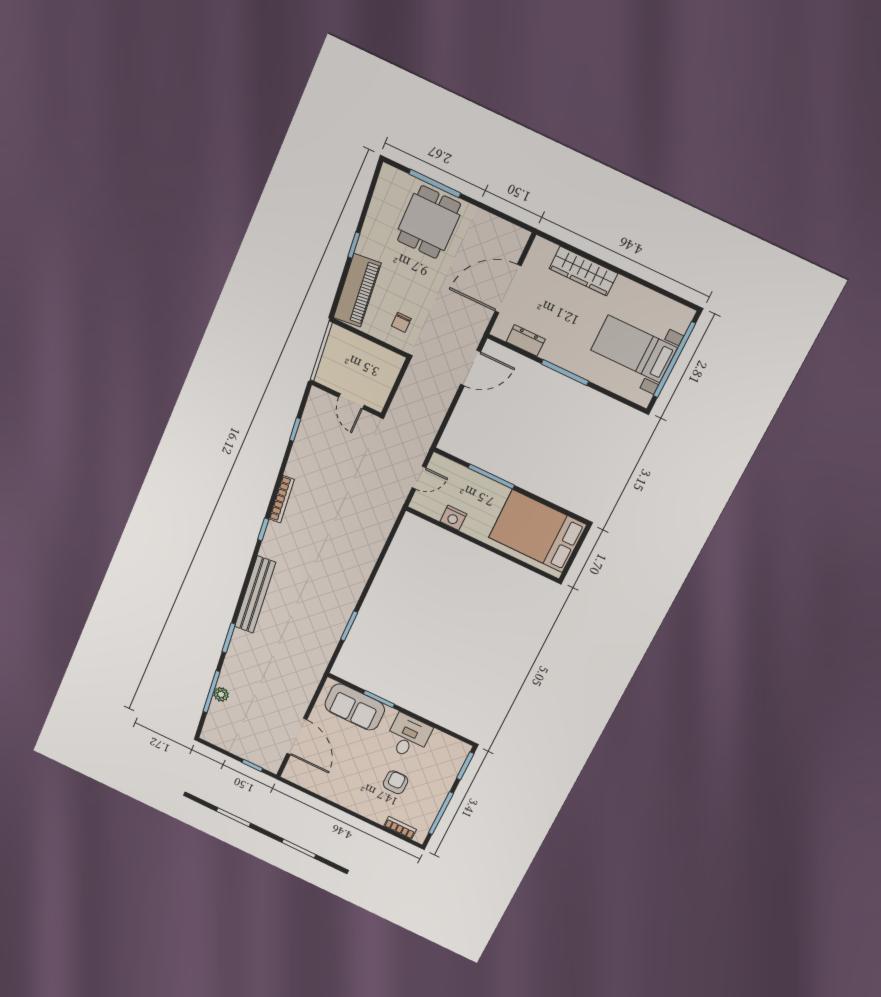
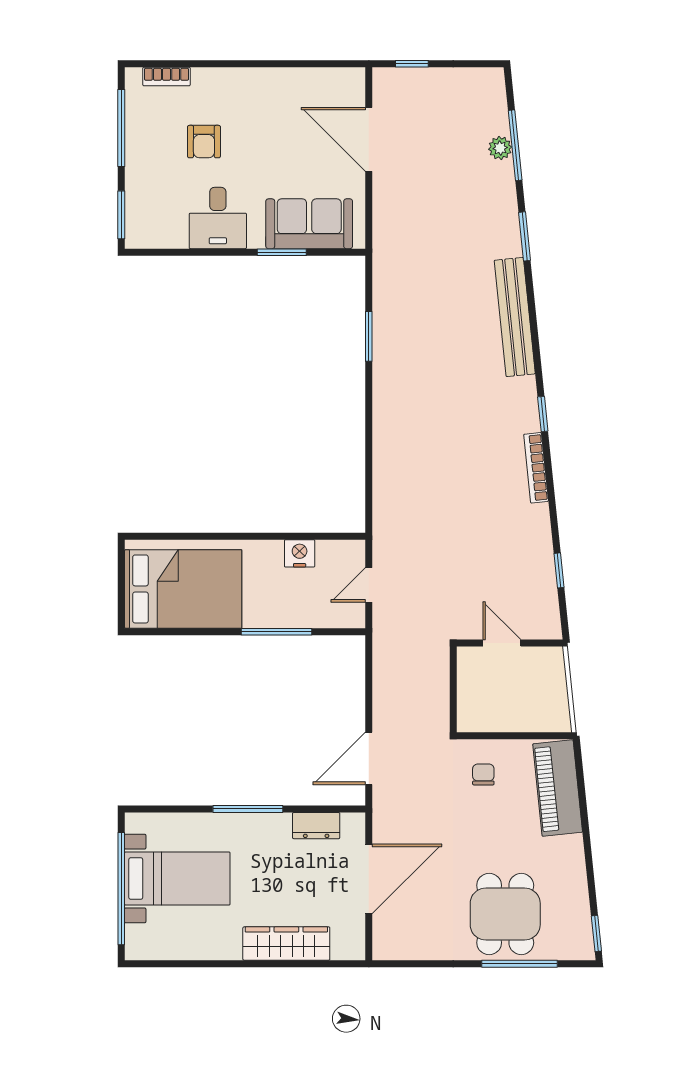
window: (354, 245) -> (596, 933), moved

